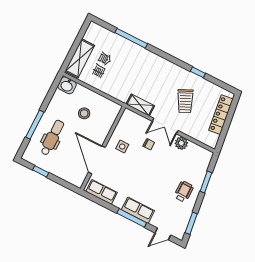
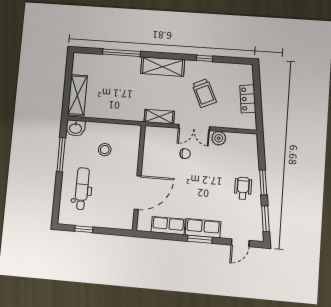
shelving: (160, 65) -> (163, 67), added
locker: (221, 115) -> (248, 99), width x0.66
window: (35, 125) -> (61, 155), moved
side table: (122, 146) -> (158, 168), removed
door: (97, 160) -> (138, 193), swing flipped
window: (206, 182) -> (263, 182), moved
row of seats: (102, 192) -> (168, 226), moved
window: (132, 218) -> (200, 239), width x0.69

